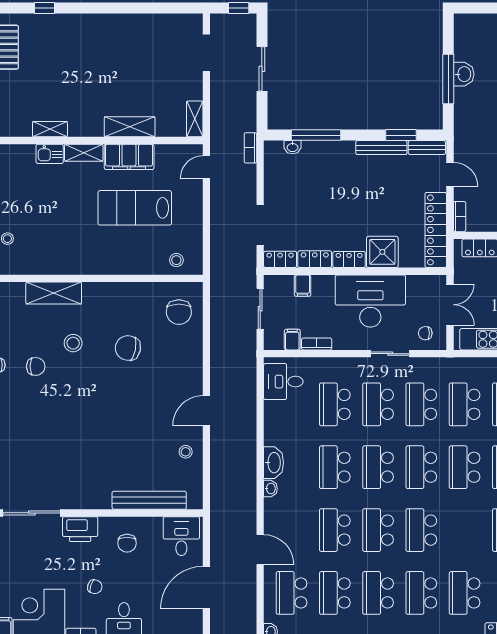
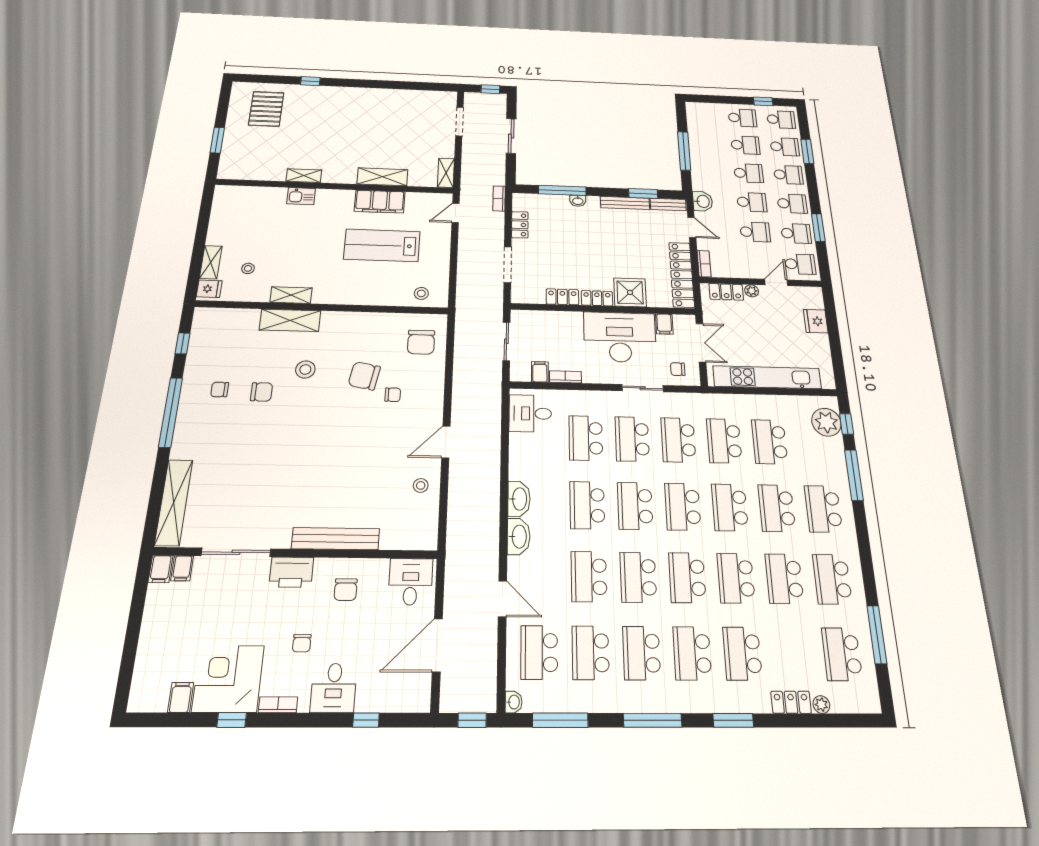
washbasin: (464, 74) -> (703, 201), moved
washbasin: (292, 147) -> (578, 201), moved
shelving: (84, 153) -> (291, 295), moved
locker: (280, 259) -> (520, 225), moved, turned 90
filing cabinet: (303, 286) -> (664, 324), moved
chair: (155, 366) -> (393, 395), added
washbasin: (270, 489) -> (519, 537), width x1.91, depth x1.45
bench: (149, 500) -> (335, 539), moved
school desk: (465, 530) -> (736, 578), added
chair: (95, 587) -> (302, 643), turned 72

